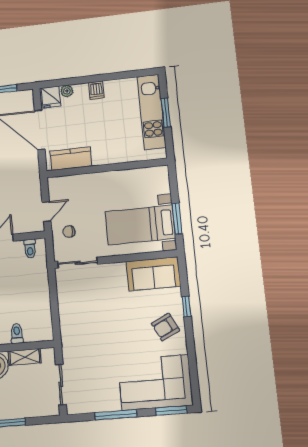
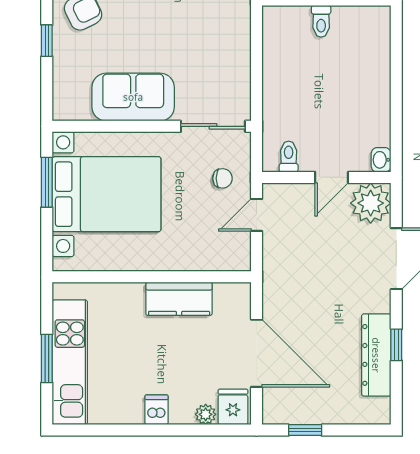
kitchen counter: (71, 159) -> (179, 299), moved
bed with nightstands: (140, 225) -> (107, 194), width x1.36
sofa: (153, 274) -> (133, 97), moved

